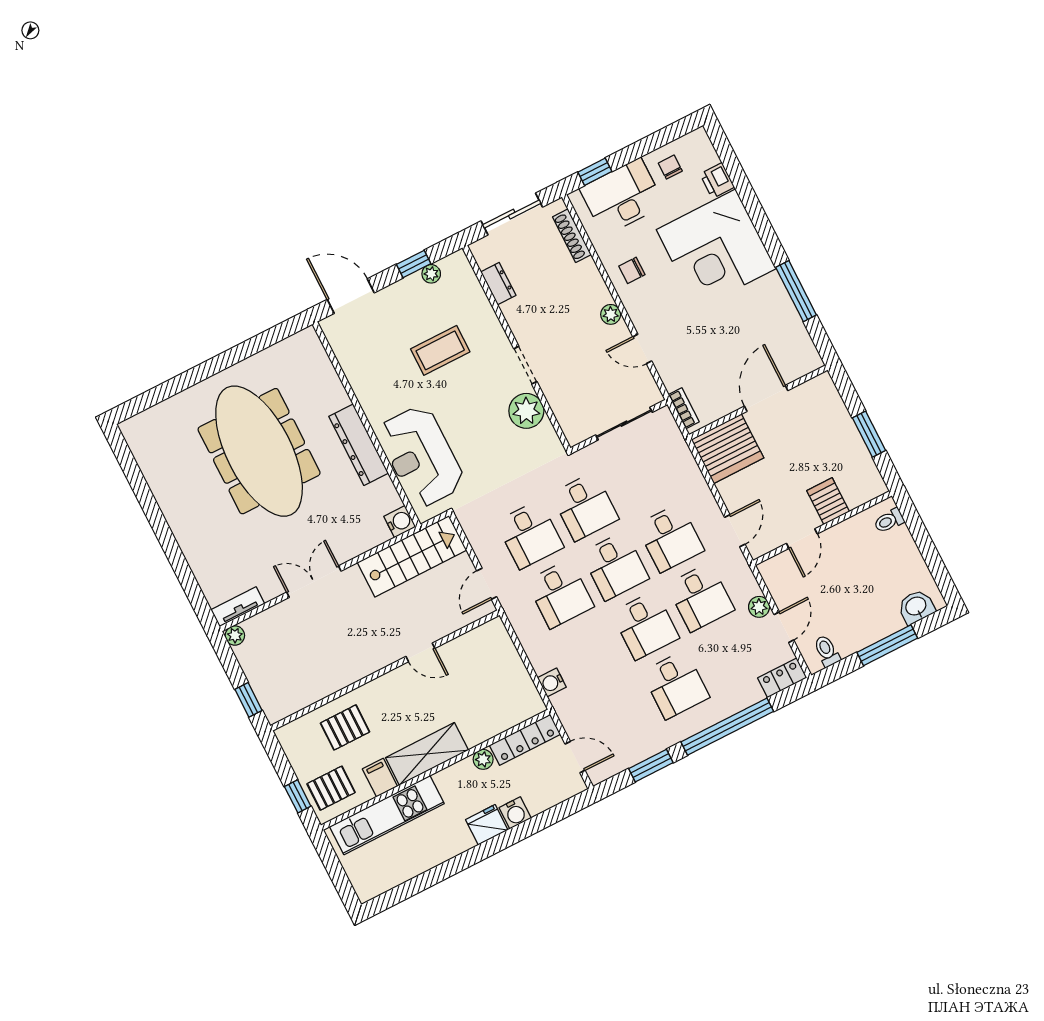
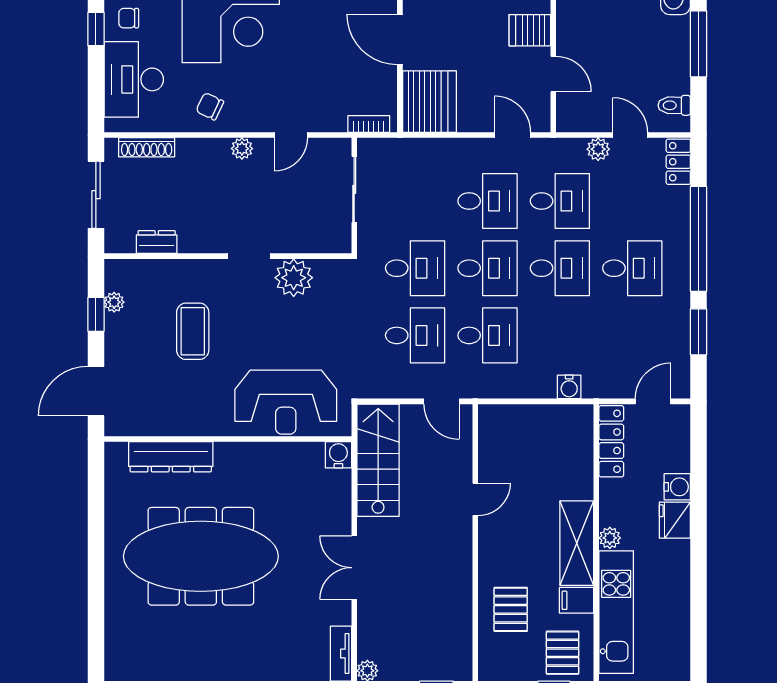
window: (595, 172) -> (96, 29), moved
chair: (632, 270) -> (210, 106), turned 115
dresser: (359, 445) -> (171, 457), moved
plant: (483, 759) -> (610, 538), moved

